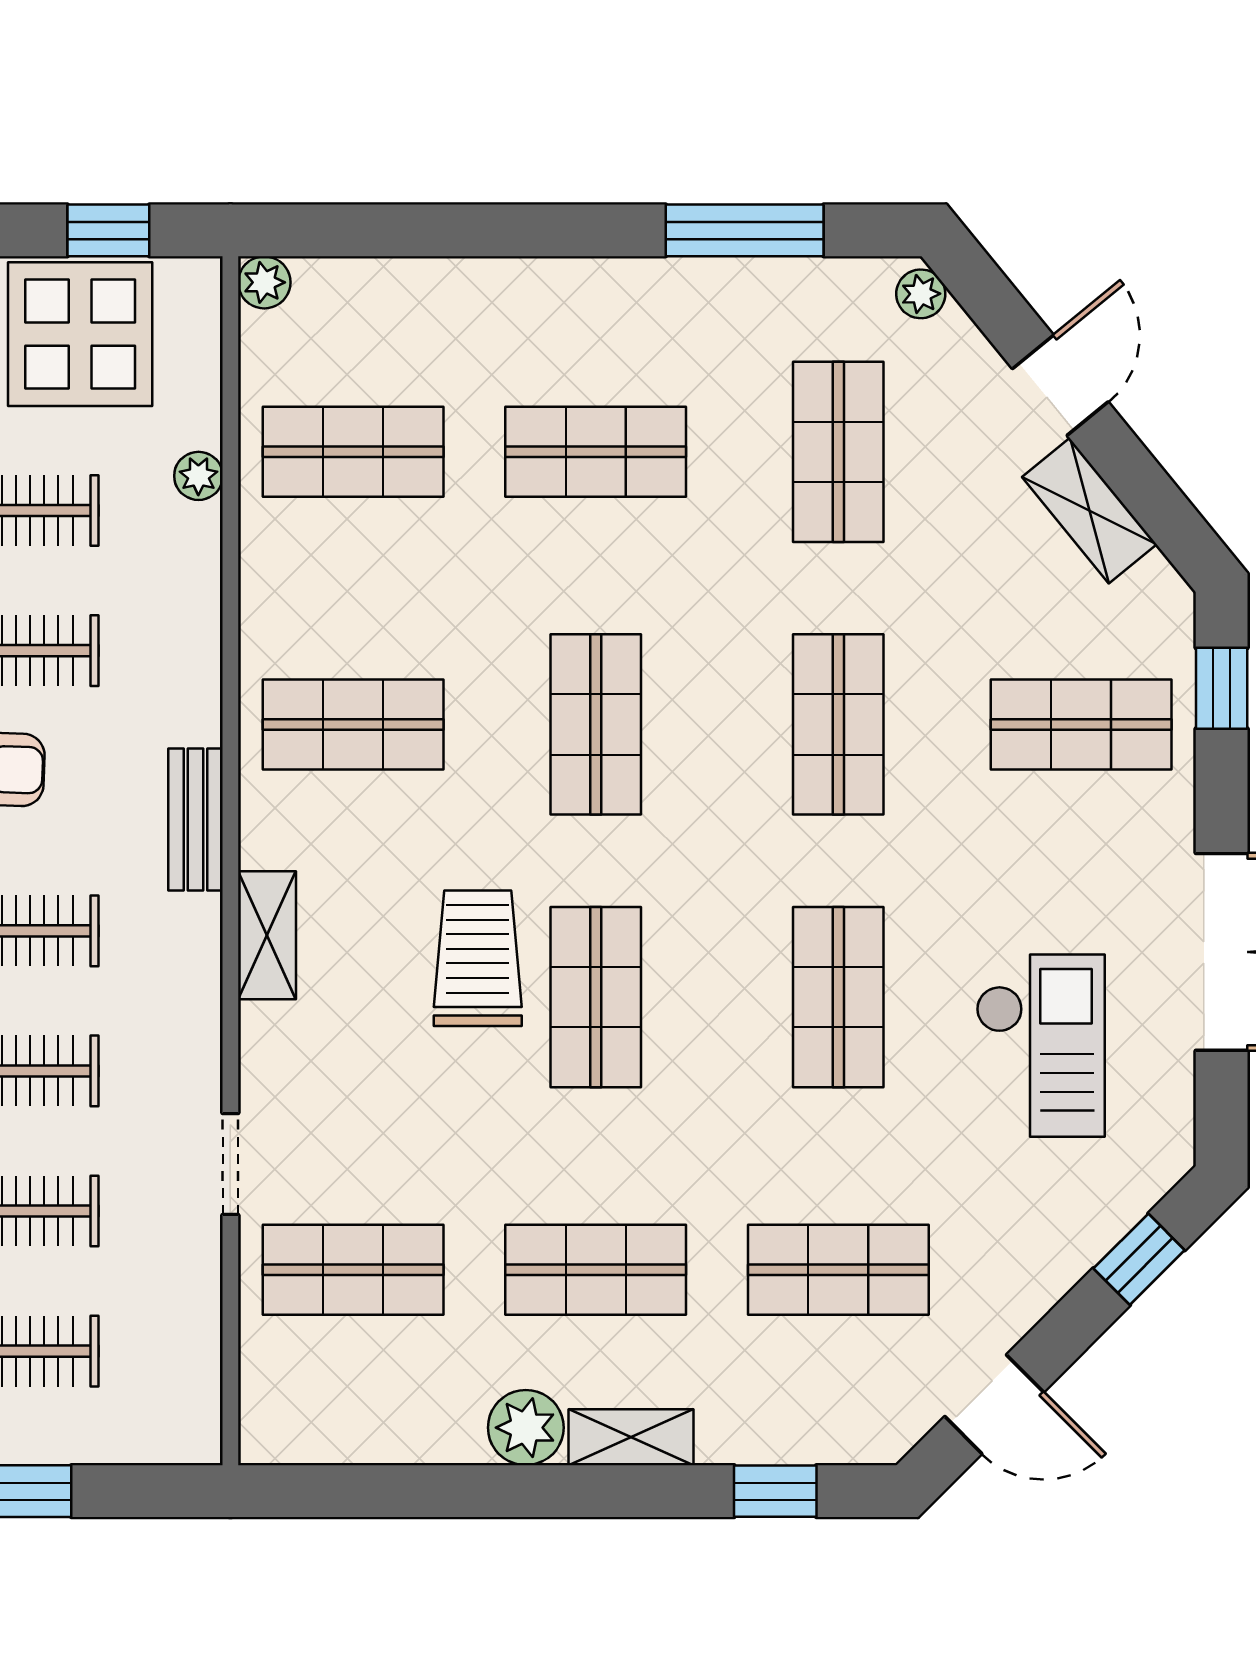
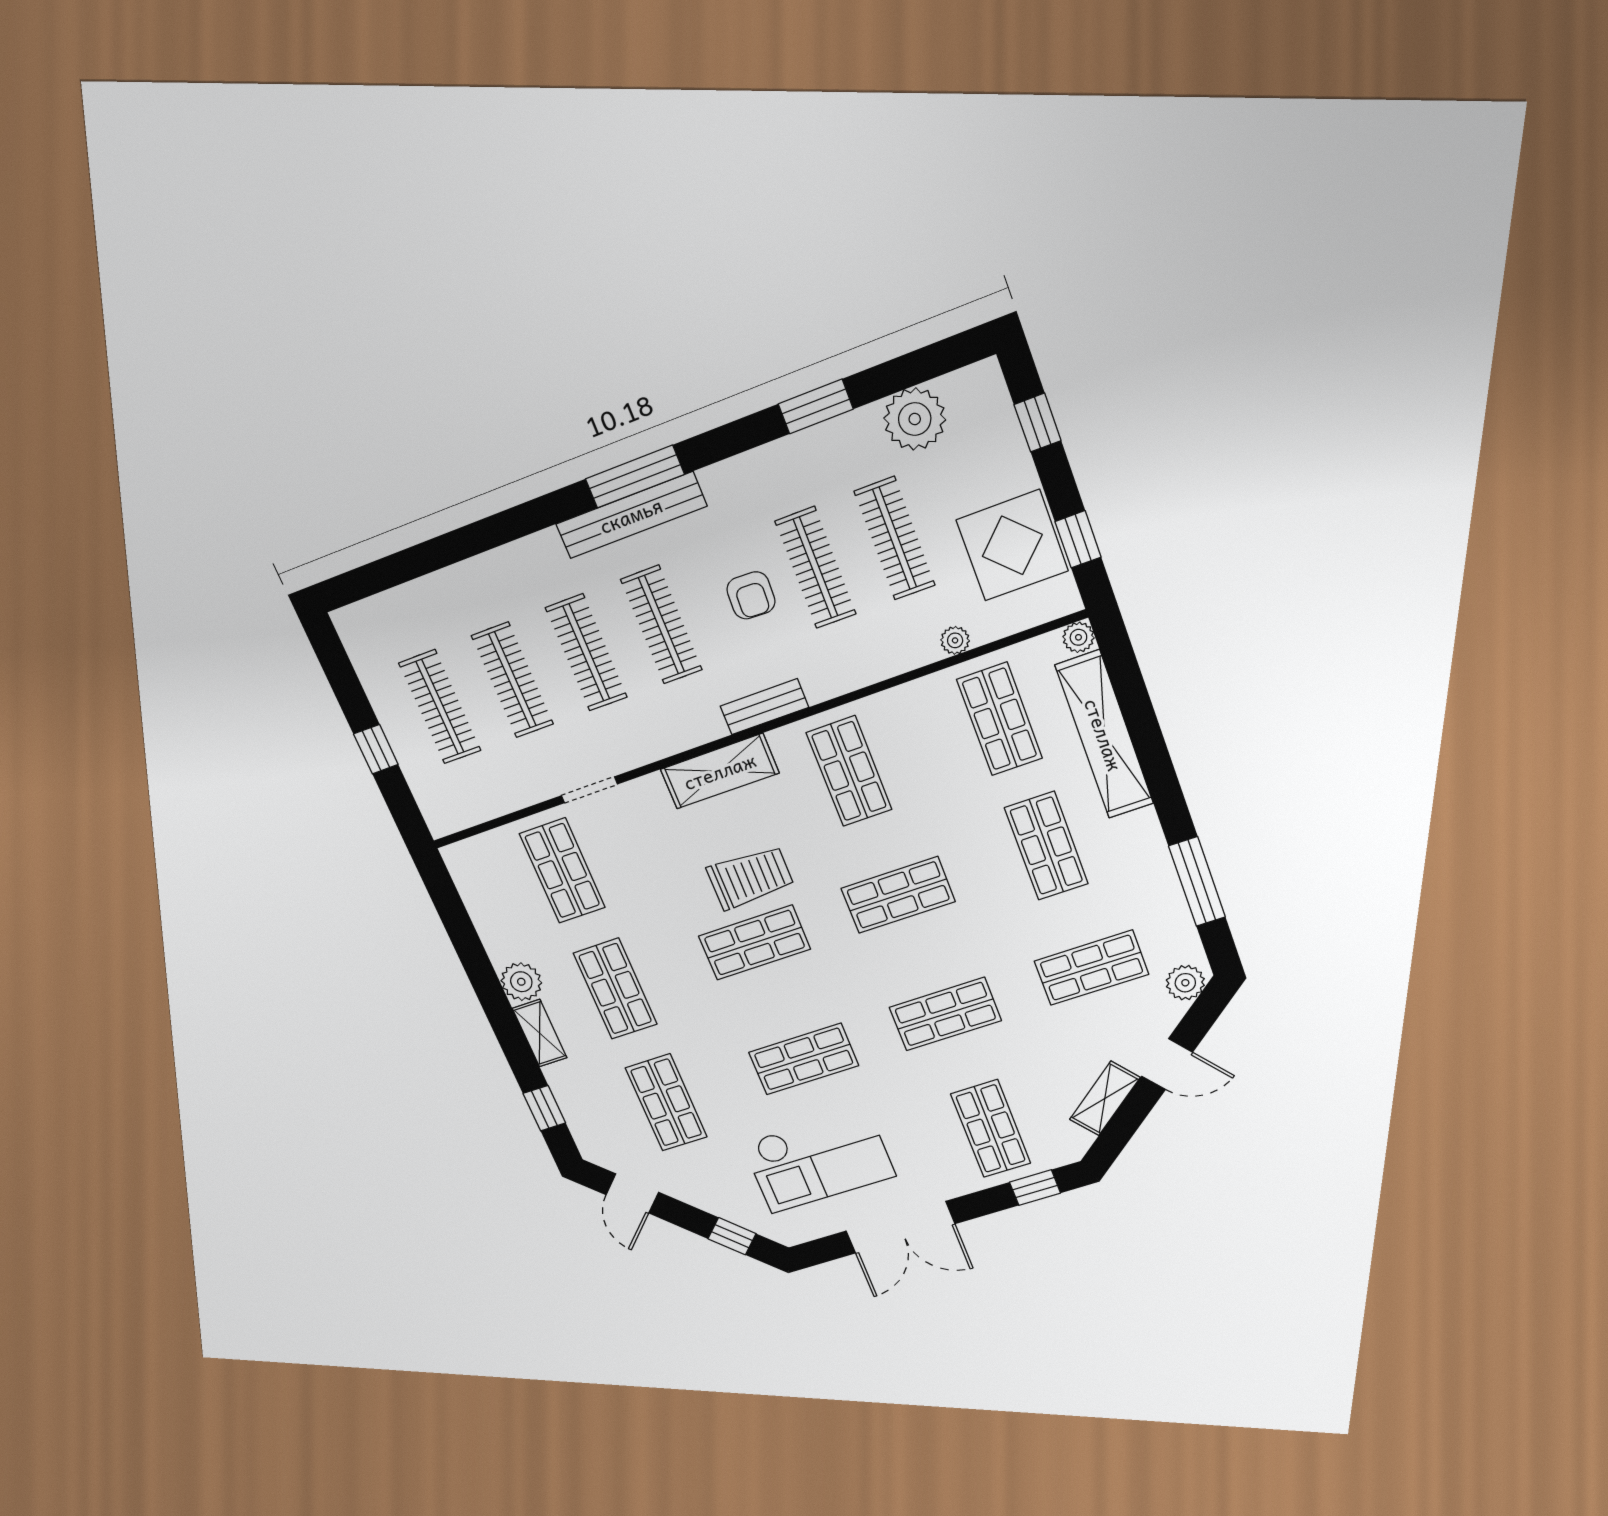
plant: (921, 294) -> (1185, 983), width x1.38, depth x1.38
shelving: (439, 295) -> (1104, 735), added
shelving: (267, 935) -> (720, 771), width x1.50, depth x1.33
checkout: (1040, 1046) -> (819, 1160), width x1.36, depth x1.21

